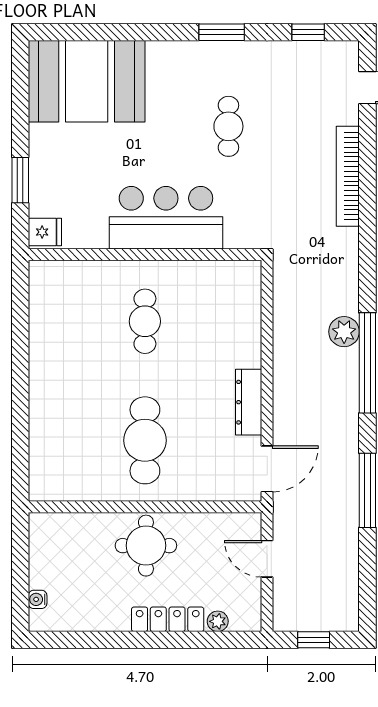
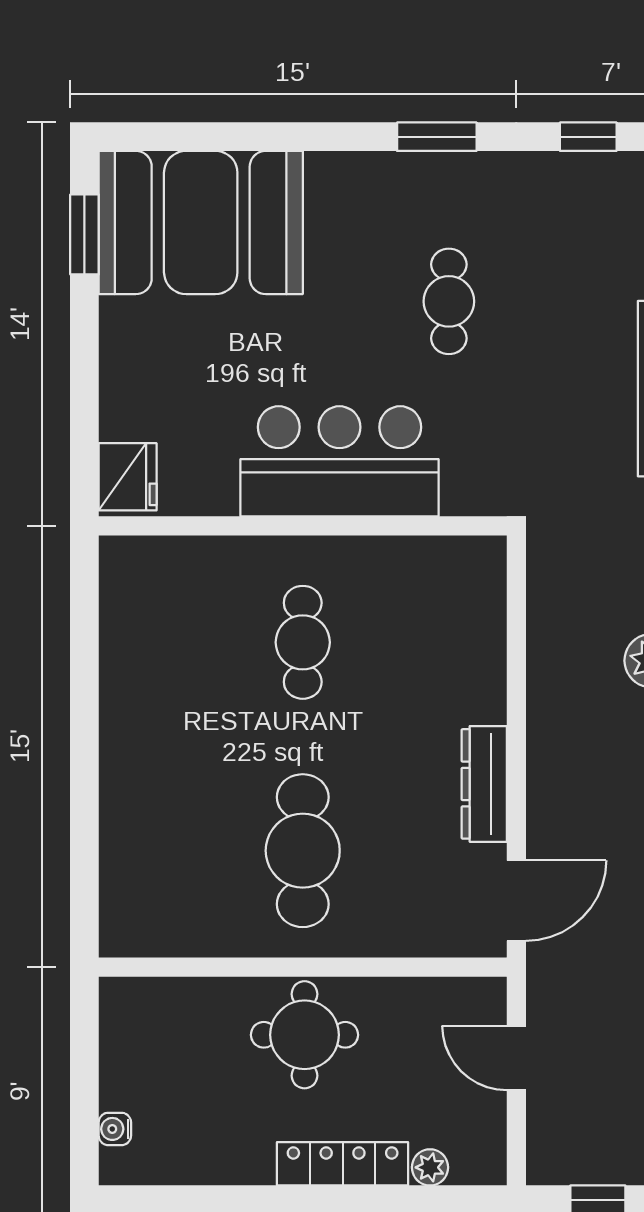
window: (20, 180) -> (84, 234), moved
fridge: (45, 232) -> (128, 477), width x1.38

